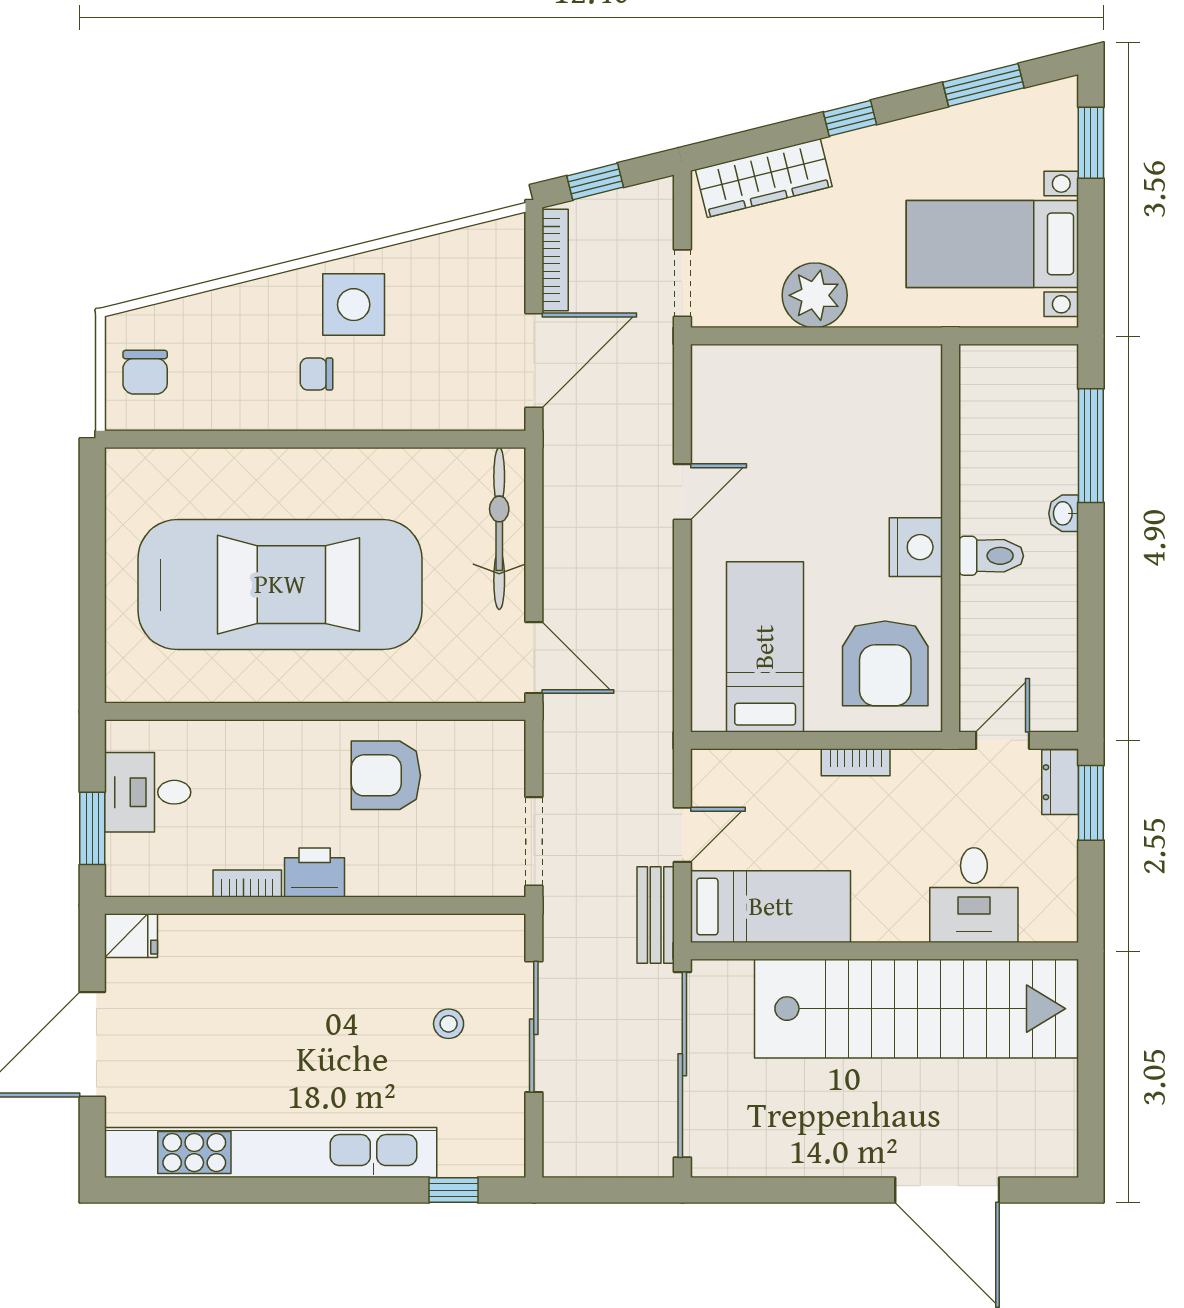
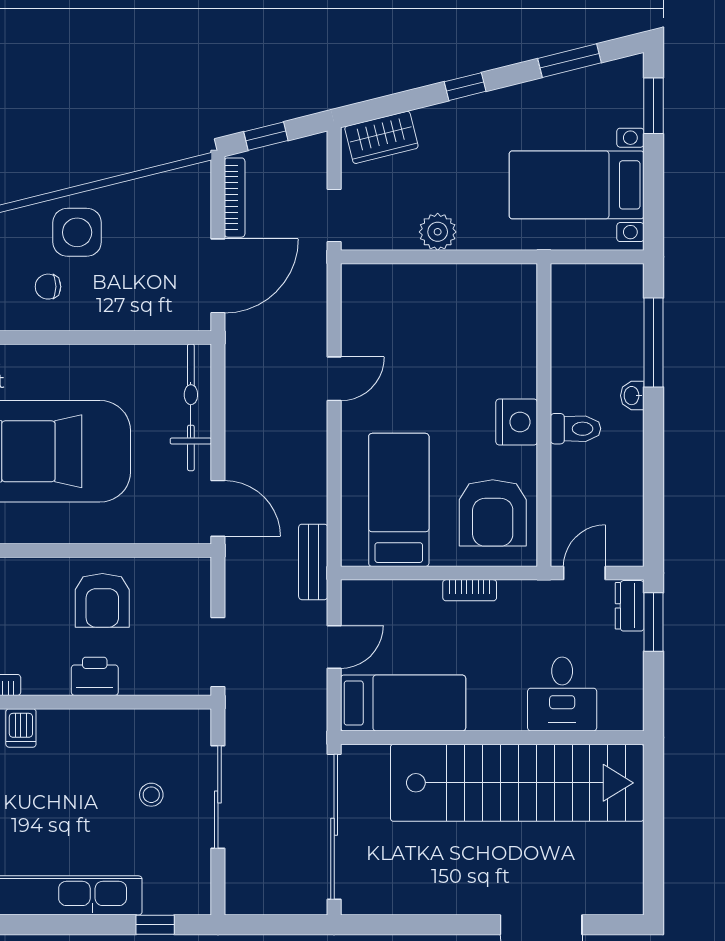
wardrobe: (764, 178) -> (381, 137), width x0.67
plant: (815, 295) -> (438, 232), width x0.73, depth x0.73
armchair: (386, 775) -> (102, 600), turned -90
printer: (315, 872) -> (95, 676), moved
bench: (656, 915) -> (313, 562), moved
dishwasher: (282, 938) -> (21, 728), added

